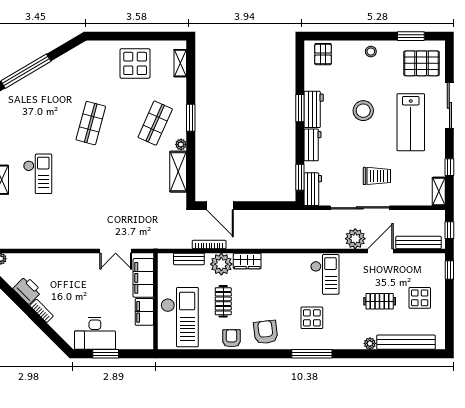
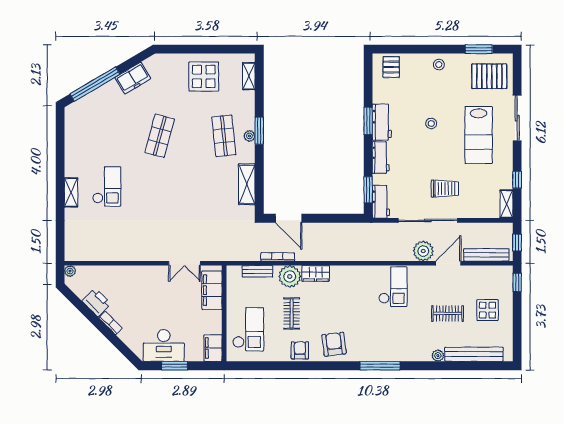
freezer: (64, 65) -> (133, 78), added
stool: (363, 111) -> (431, 123), width x0.53, depth x0.53
shop shelf: (155, 123) -> (224, 136), turned -30
plant: (181, 144) -> (249, 136), moved
filing cabinet: (144, 312) -> (213, 348), moved
checkout: (180, 317) -> (248, 329), width x0.73, depth x0.83
display table: (312, 318) -> (380, 330), removed

